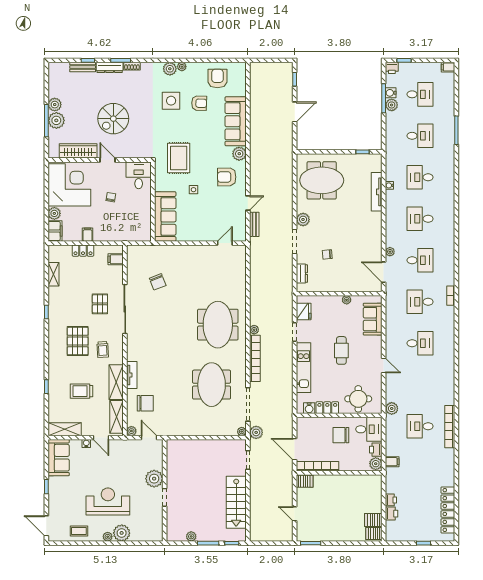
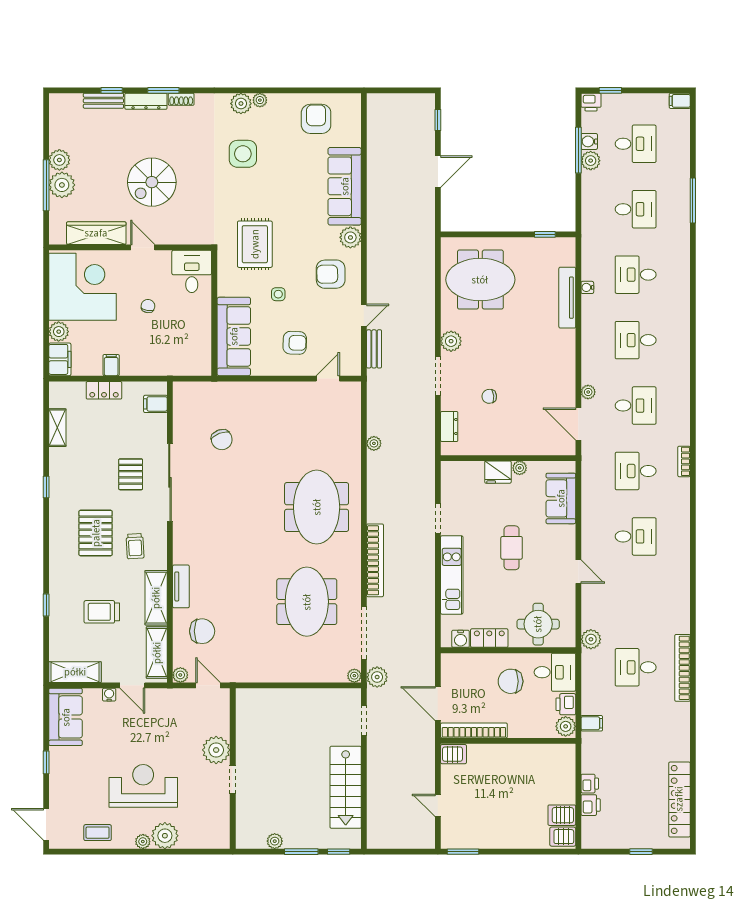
armchair: (199, 103) -> (295, 343), moved
fridge: (304, 311) -> (498, 472), moved, turned 90
plant: (254, 330) -> (374, 443), moved

